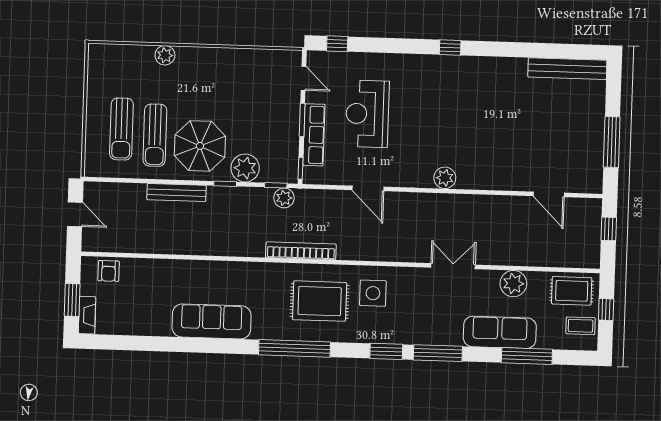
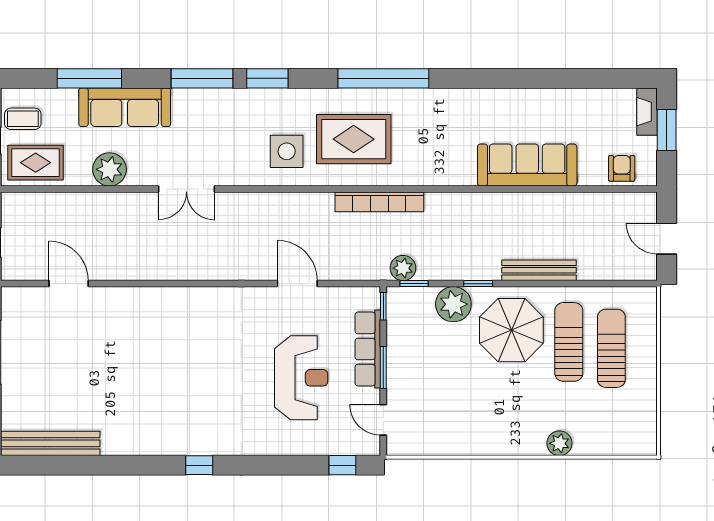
plant: (445, 178) -> (201, 300), removed
sofa: (212, 321) -> (527, 165), moved, turned 180

